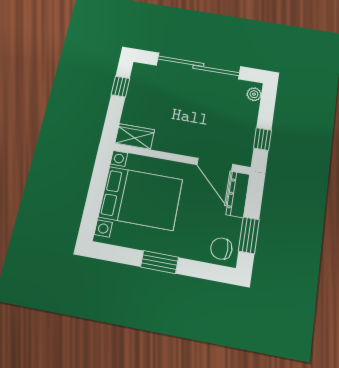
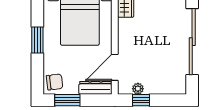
plant: (254, 94) -> (138, 89), moved
chair: (221, 249) -> (55, 82), turned 83

